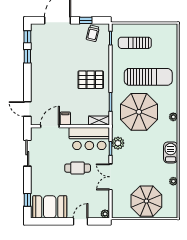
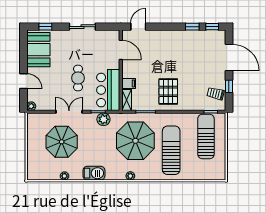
sun lounger: (135, 43) -> (206, 136), width x1.36, depth x1.34
sun lounger: (148, 77) -> (171, 150), turned 180
filing cabinet: (65, 119) -> (129, 83), moved
sliding door: (27, 153) -> (82, 27), moved
parasol: (146, 201) -> (62, 142), moved

